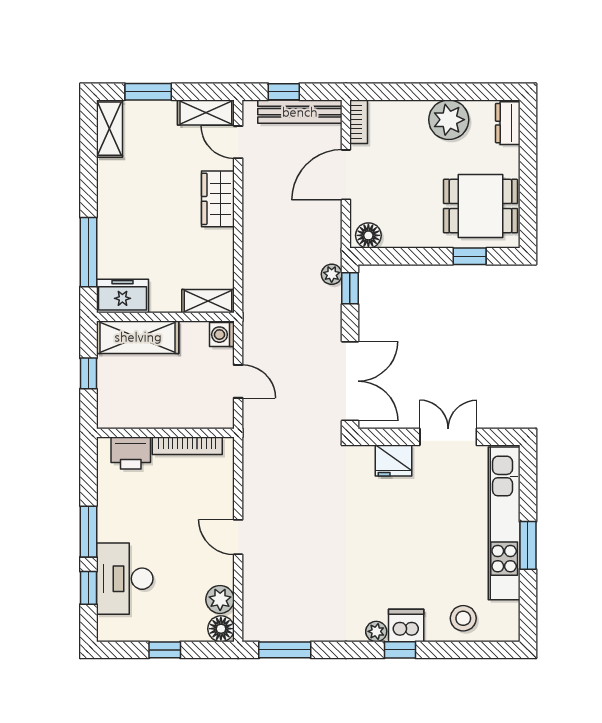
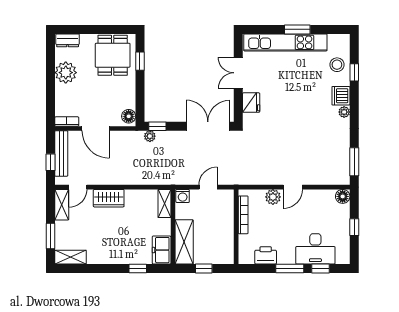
window: (88, 252) -> (138, 269), width x0.46
printer: (131, 453) -> (266, 255), moved, turned -90
plant: (220, 599) -> (273, 197), moved
window: (400, 650) -> (354, 72), moved

